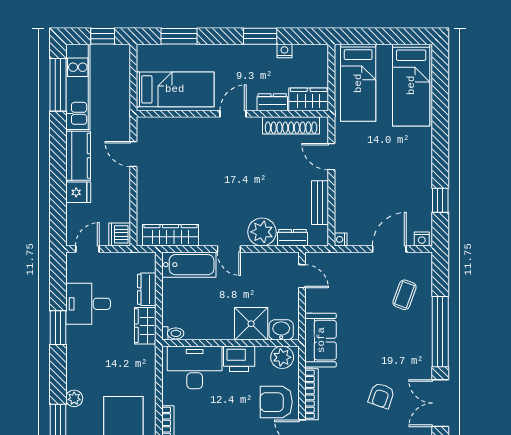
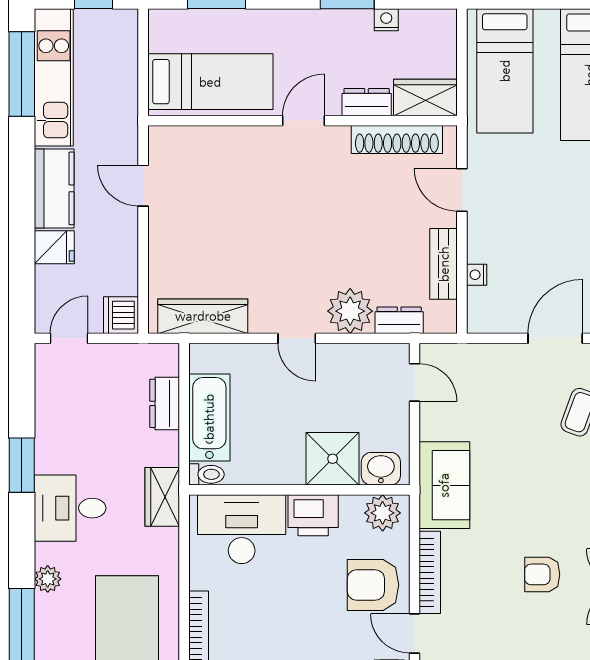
nightstand: (341, 239) -> (477, 275), moved
bathtub: (189, 265) -> (209, 417), moved, turned -90
desk: (88, 304) -> (70, 508), moved
wardrobe: (145, 326) -> (162, 497), moved
armchair: (381, 396) -> (542, 574), turned 71

